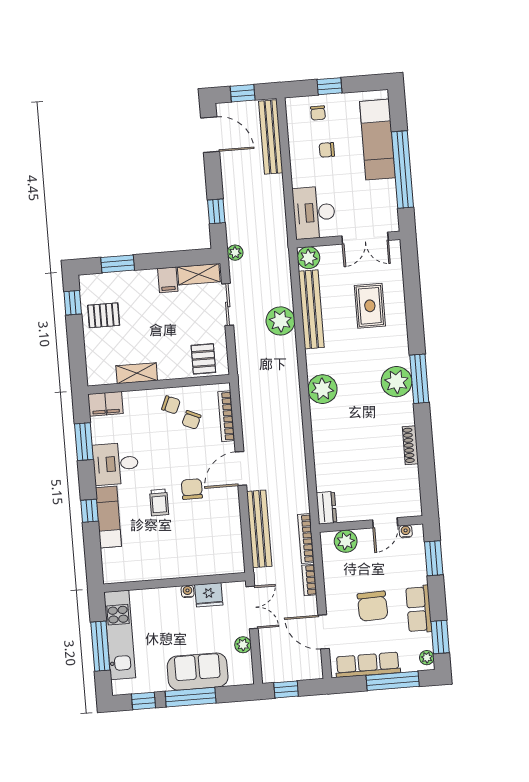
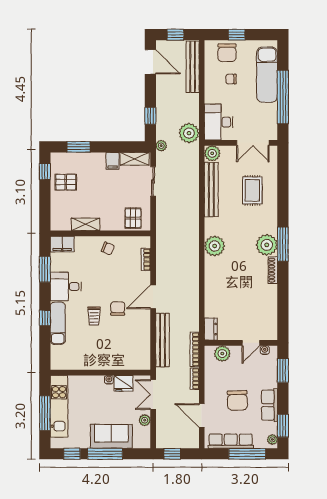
chair: (318, 113) -> (227, 53), width x1.87, depth x1.87
plant: (280, 321) -> (189, 133), moved
bookcase: (226, 416) -> (146, 259), width x0.64
chair: (191, 420) -> (121, 260), removed
shoe rack: (410, 445) -> (273, 270), moved
double door: (252, 607) -> (153, 395), swing flipped

